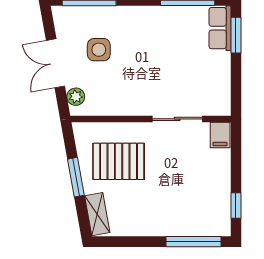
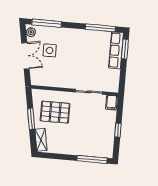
row of seats: (220, 28) -> (116, 50), width x1.48
double door: (55, 63) -> (25, 56), swing flipped
plant: (76, 97) -> (31, 32), moved
window: (236, 205) -> (118, 130), moved

